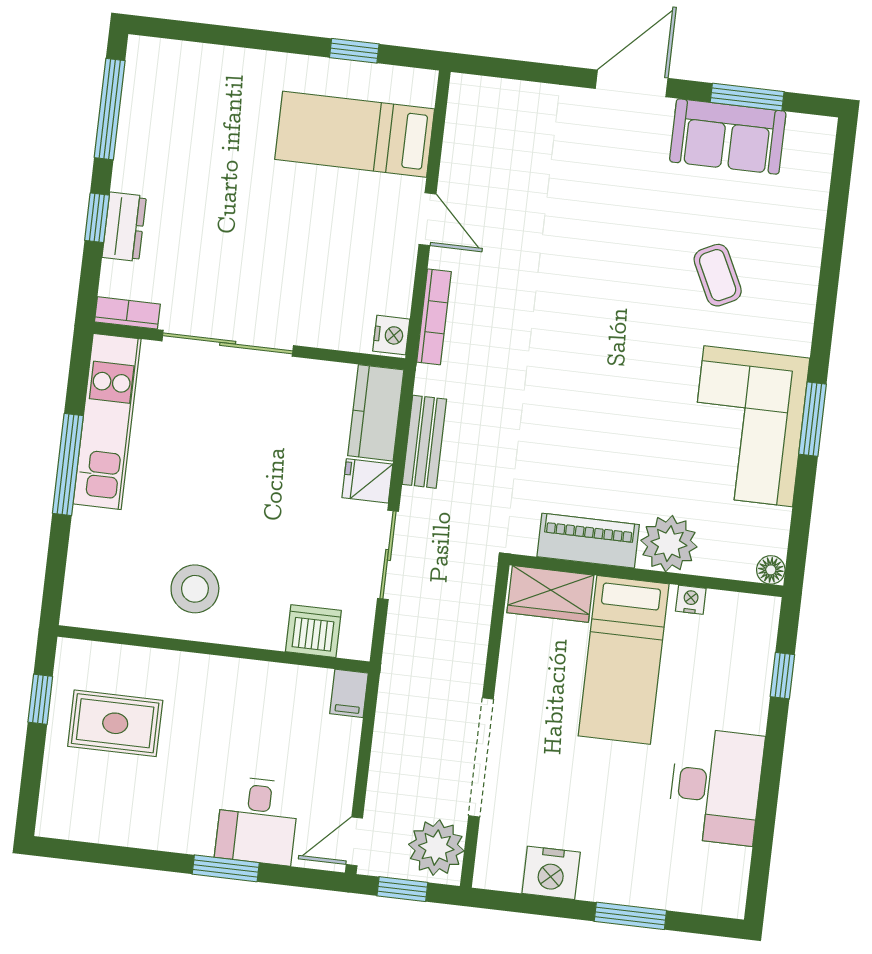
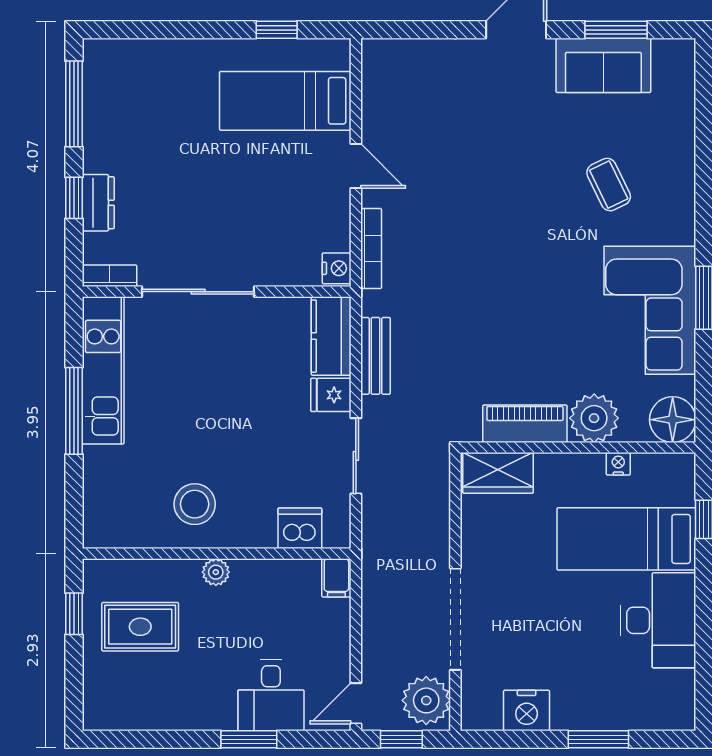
floor lamp: (771, 570) -> (673, 420), width x1.89, depth x1.89
bed: (624, 660) -> (626, 539), moved, turned 90
plant: (210, 670) -> (216, 572), added

